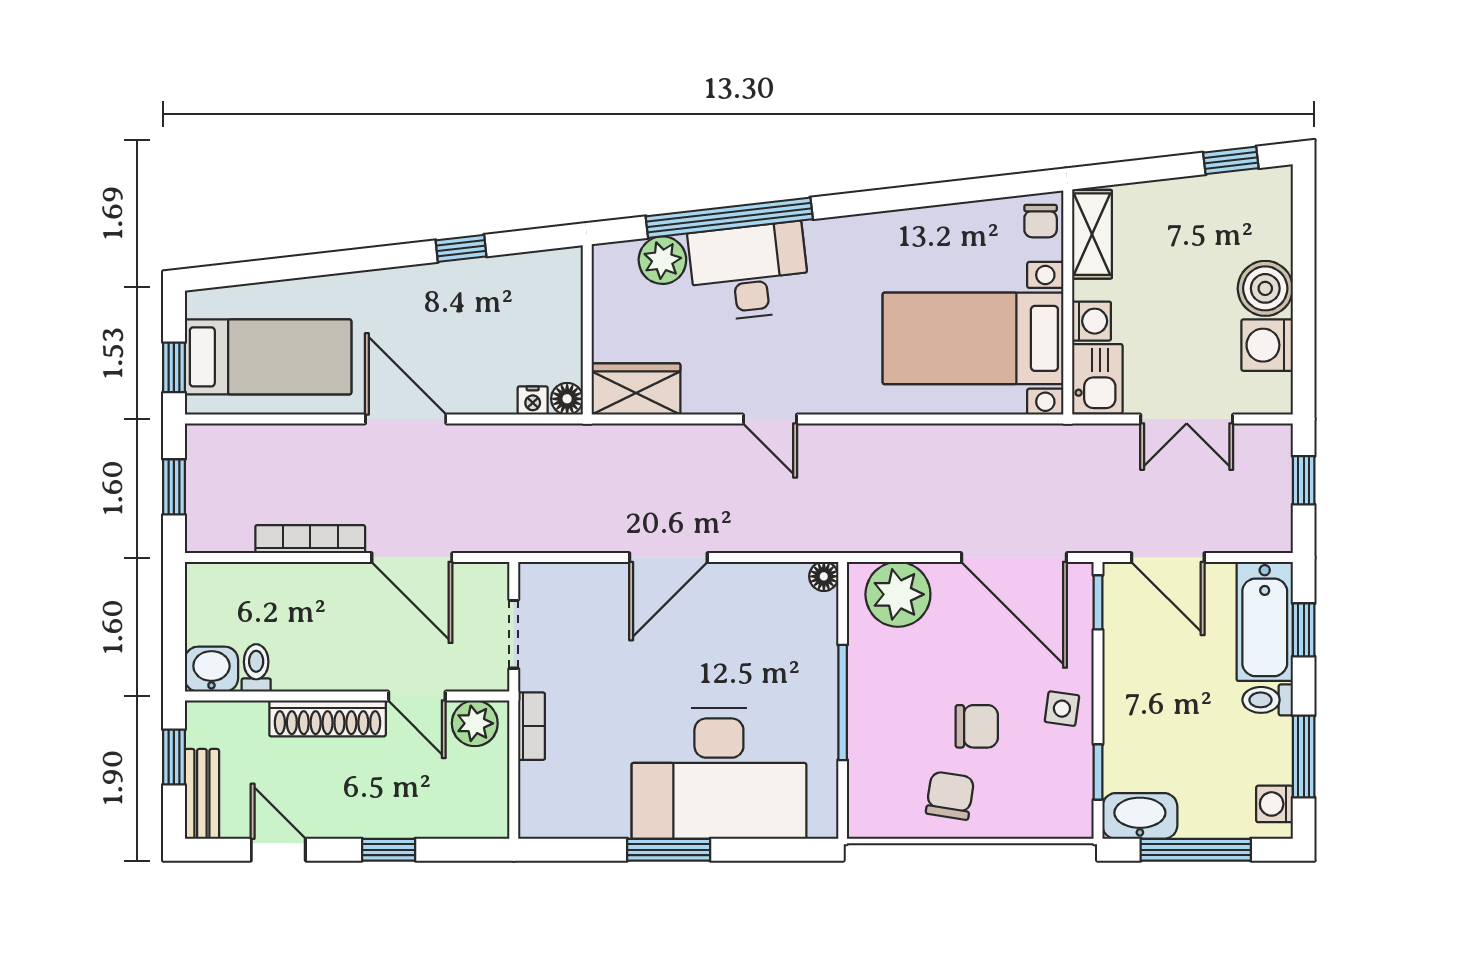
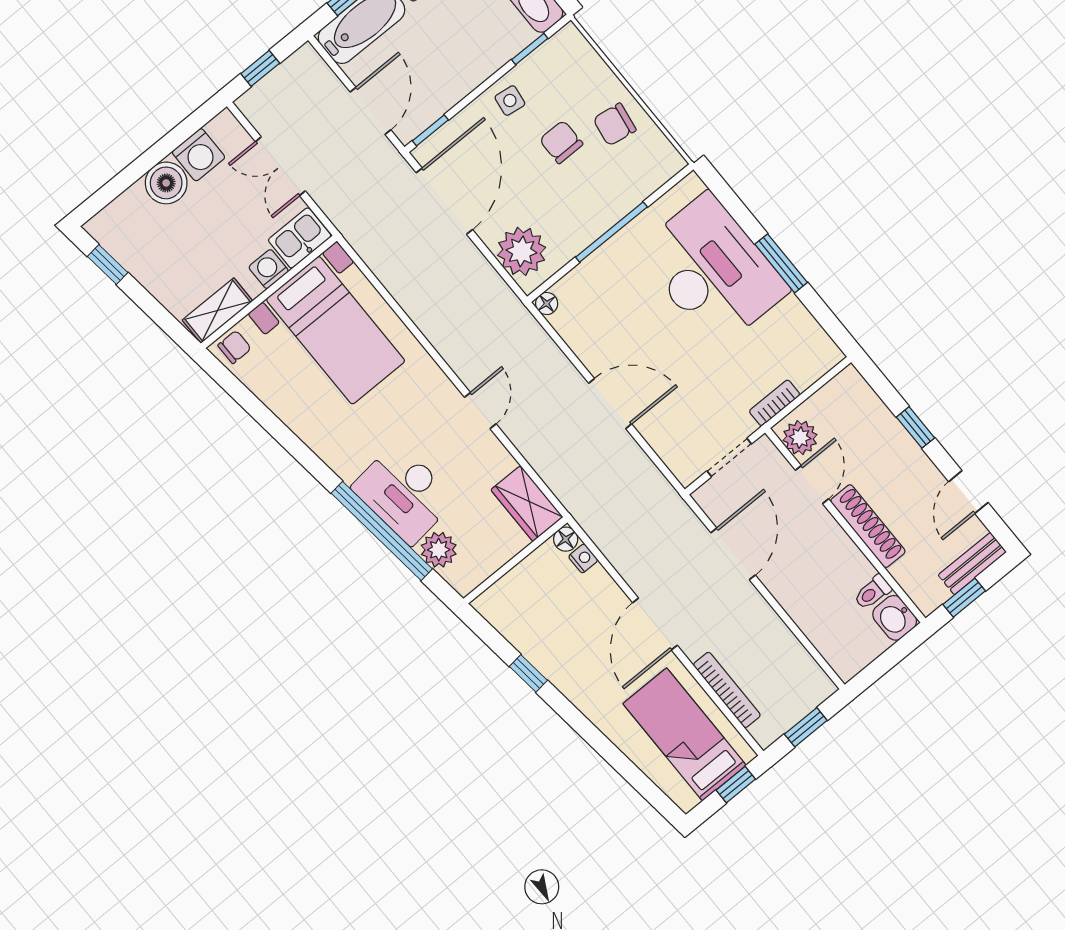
double door: (1187, 419) -> (280, 166), swing flipped
bookcase: (310, 539) -> (727, 690), moved, turned 180

